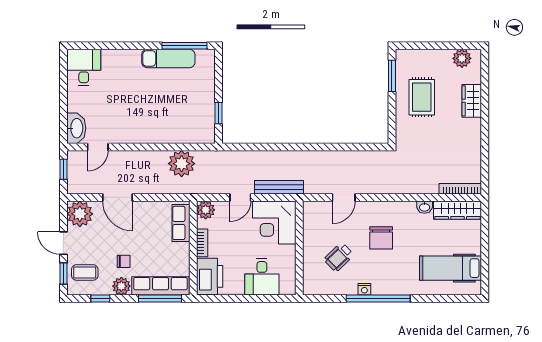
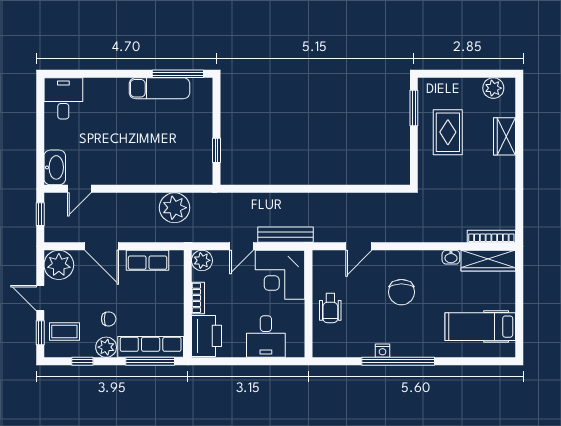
row of seats: (181, 223) -> (148, 260), moved, turned -90
wheelchair: (339, 257) -> (330, 308), moved, turned -46

